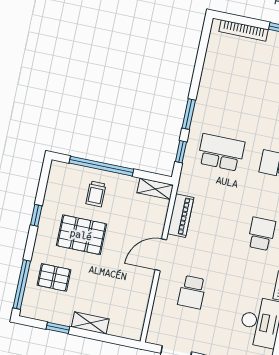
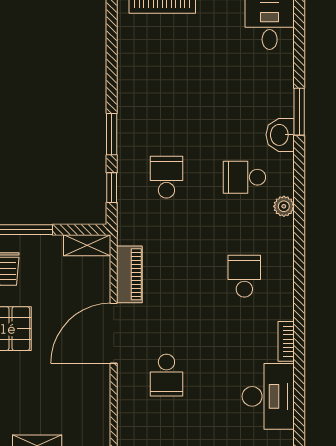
school desk: (221, 152) -> (166, 177), width x0.54
door: (161, 255) -> (114, 333), width x1.36

